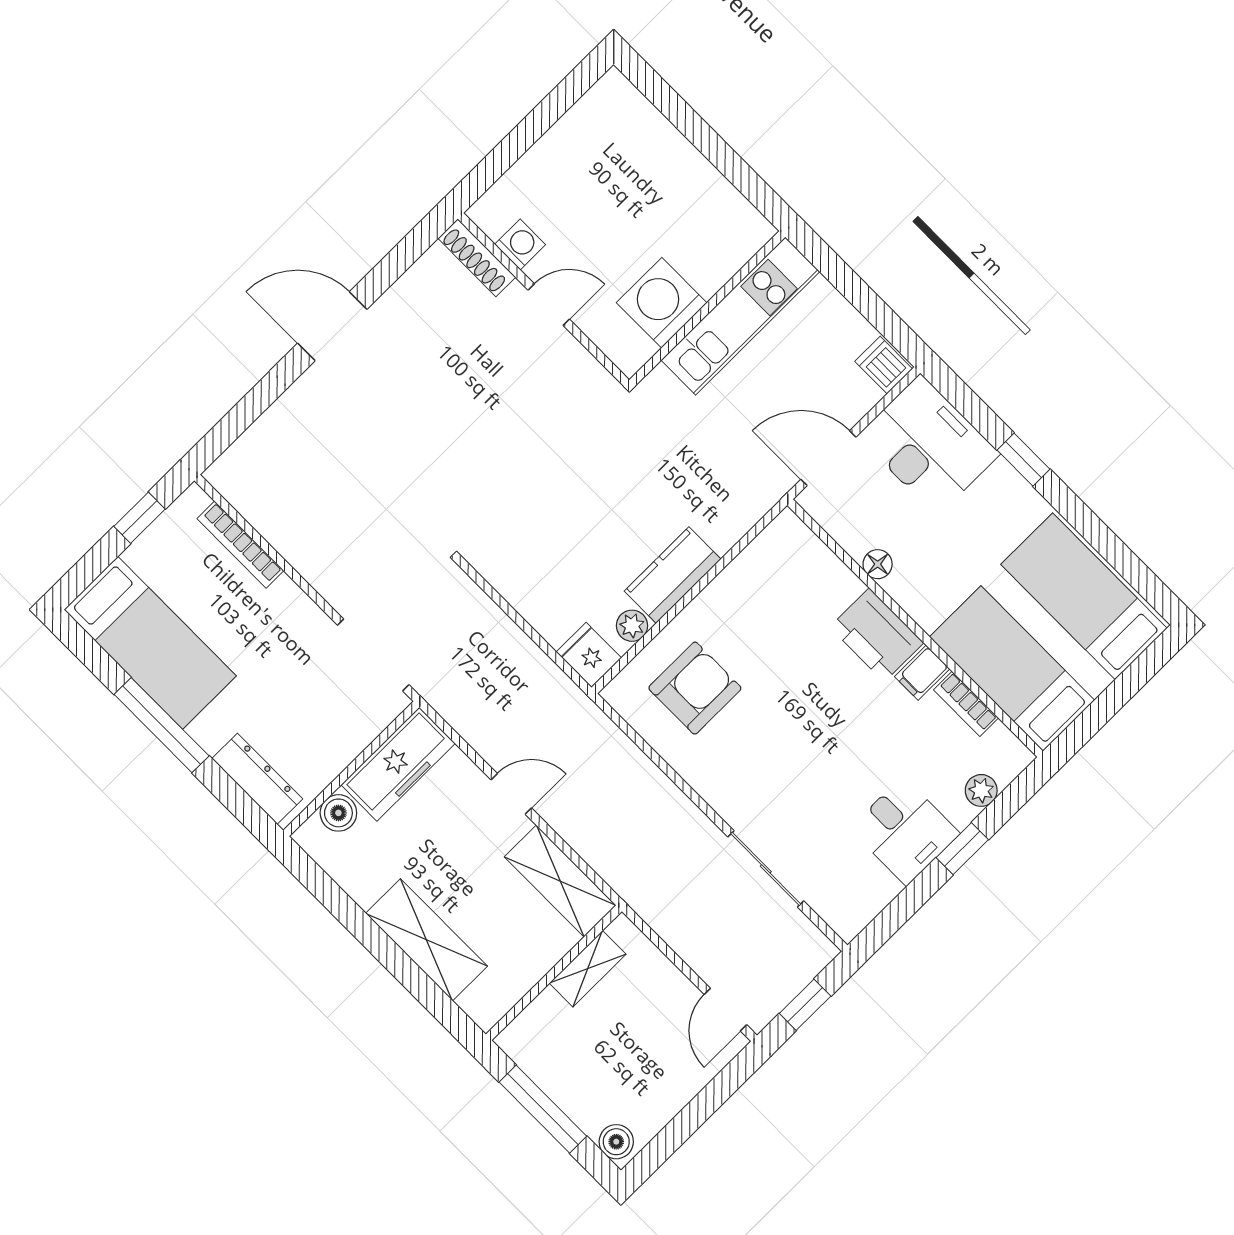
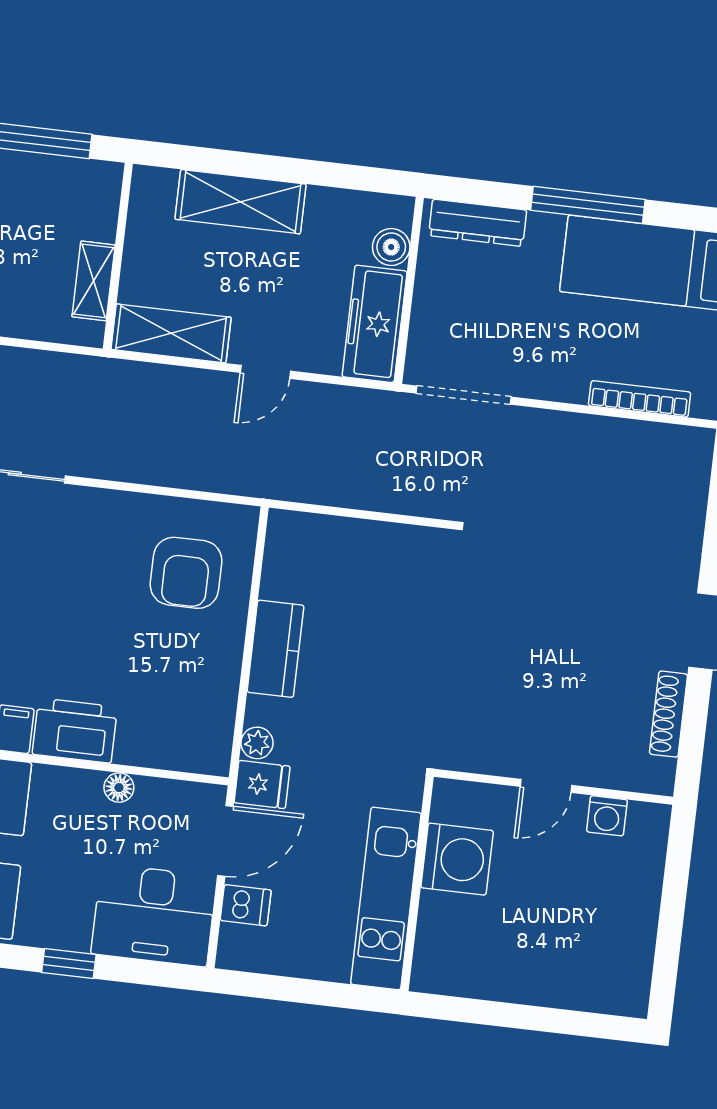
shoe rack: (477, 258) -> (668, 714), moved, turned -90
dishwasher: (884, 365) -> (246, 905), moved
plant: (632, 626) -> (257, 743), moved
fridge: (589, 655) -> (262, 785), moved

